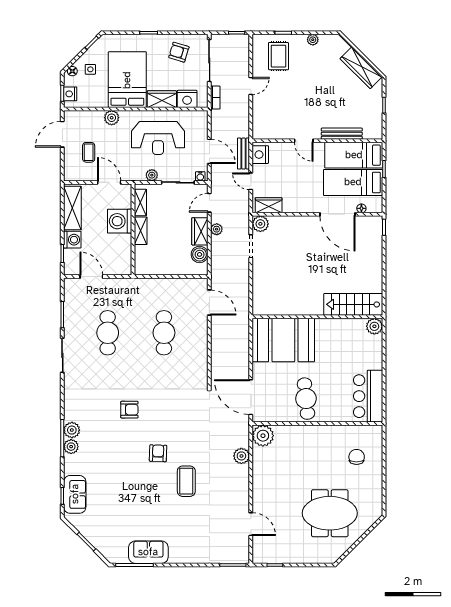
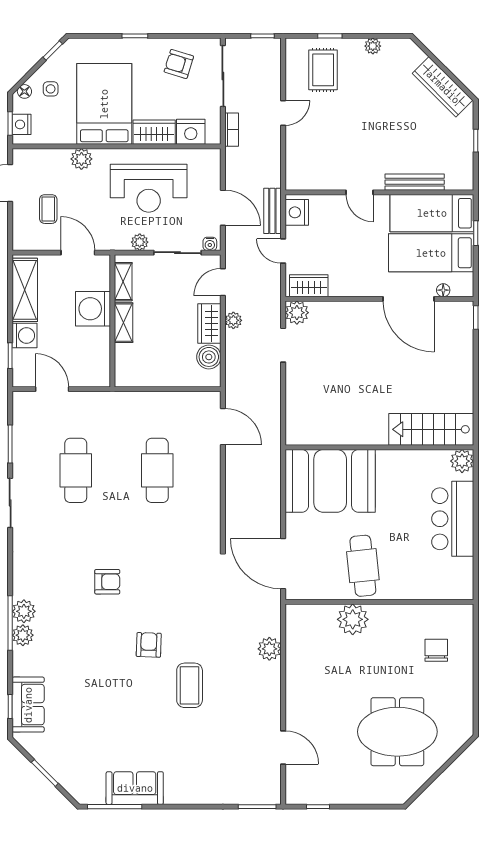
bar counter: (368, 396) -> (453, 519), moved
plant: (263, 436) -> (353, 619), moved

